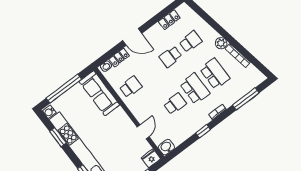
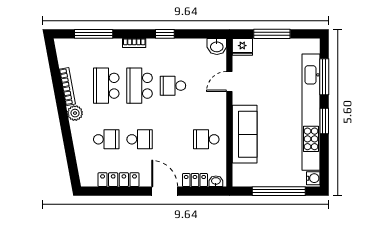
locker: (169, 20) -> (119, 180), width x1.53
school desk: (191, 42) -> (106, 139), turned 180
sofa: (99, 93) -> (245, 134), moved
window: (58, 137) -> (324, 121), moved

